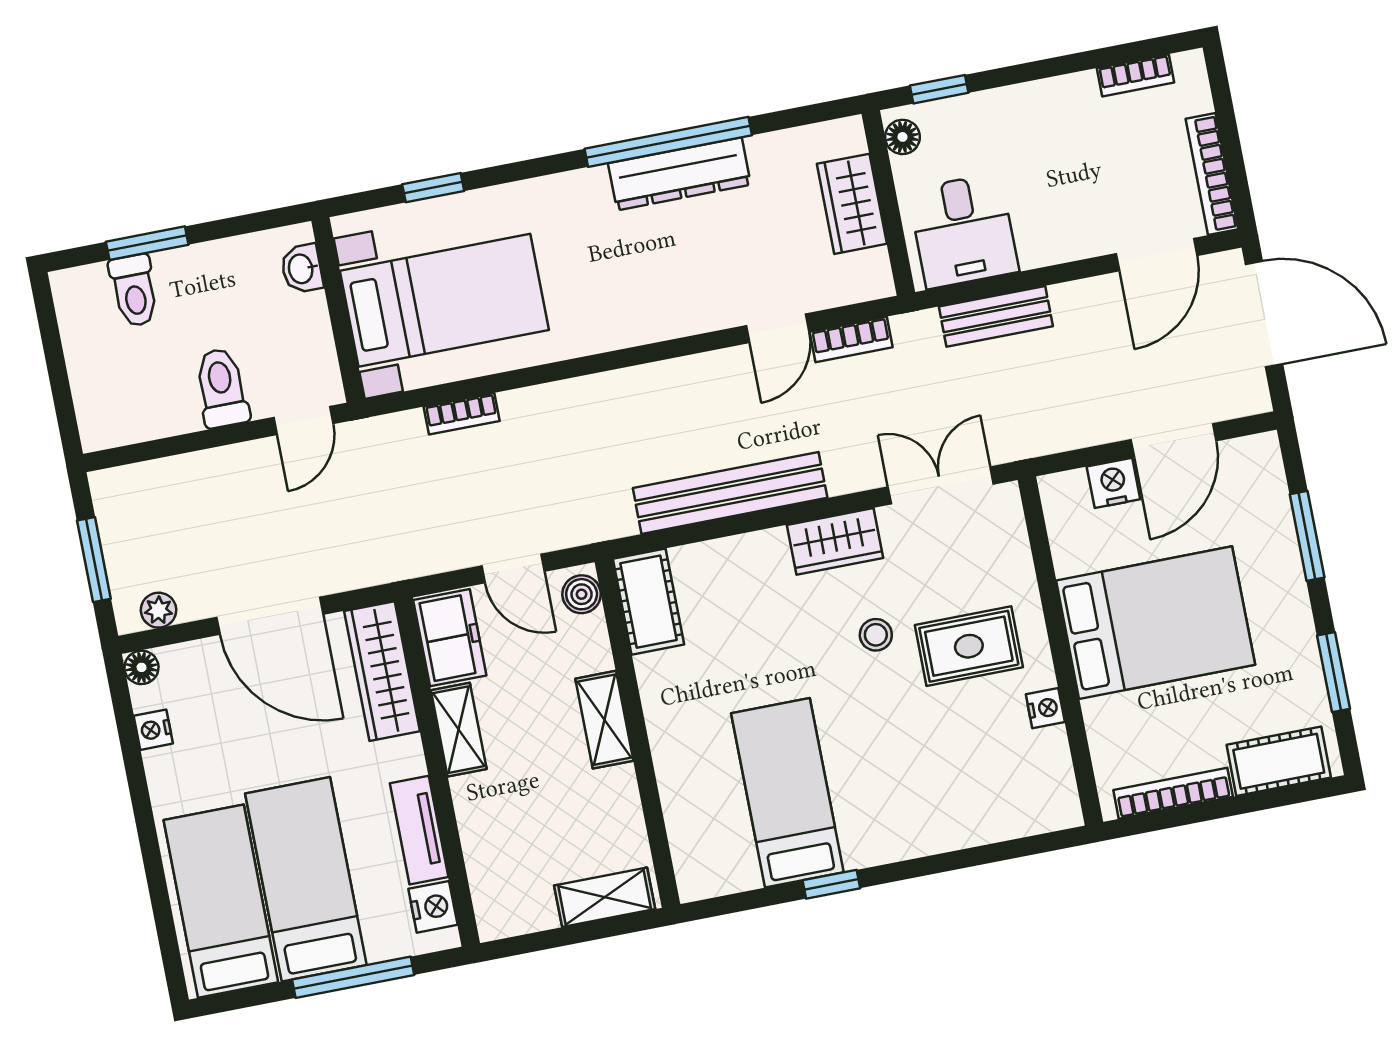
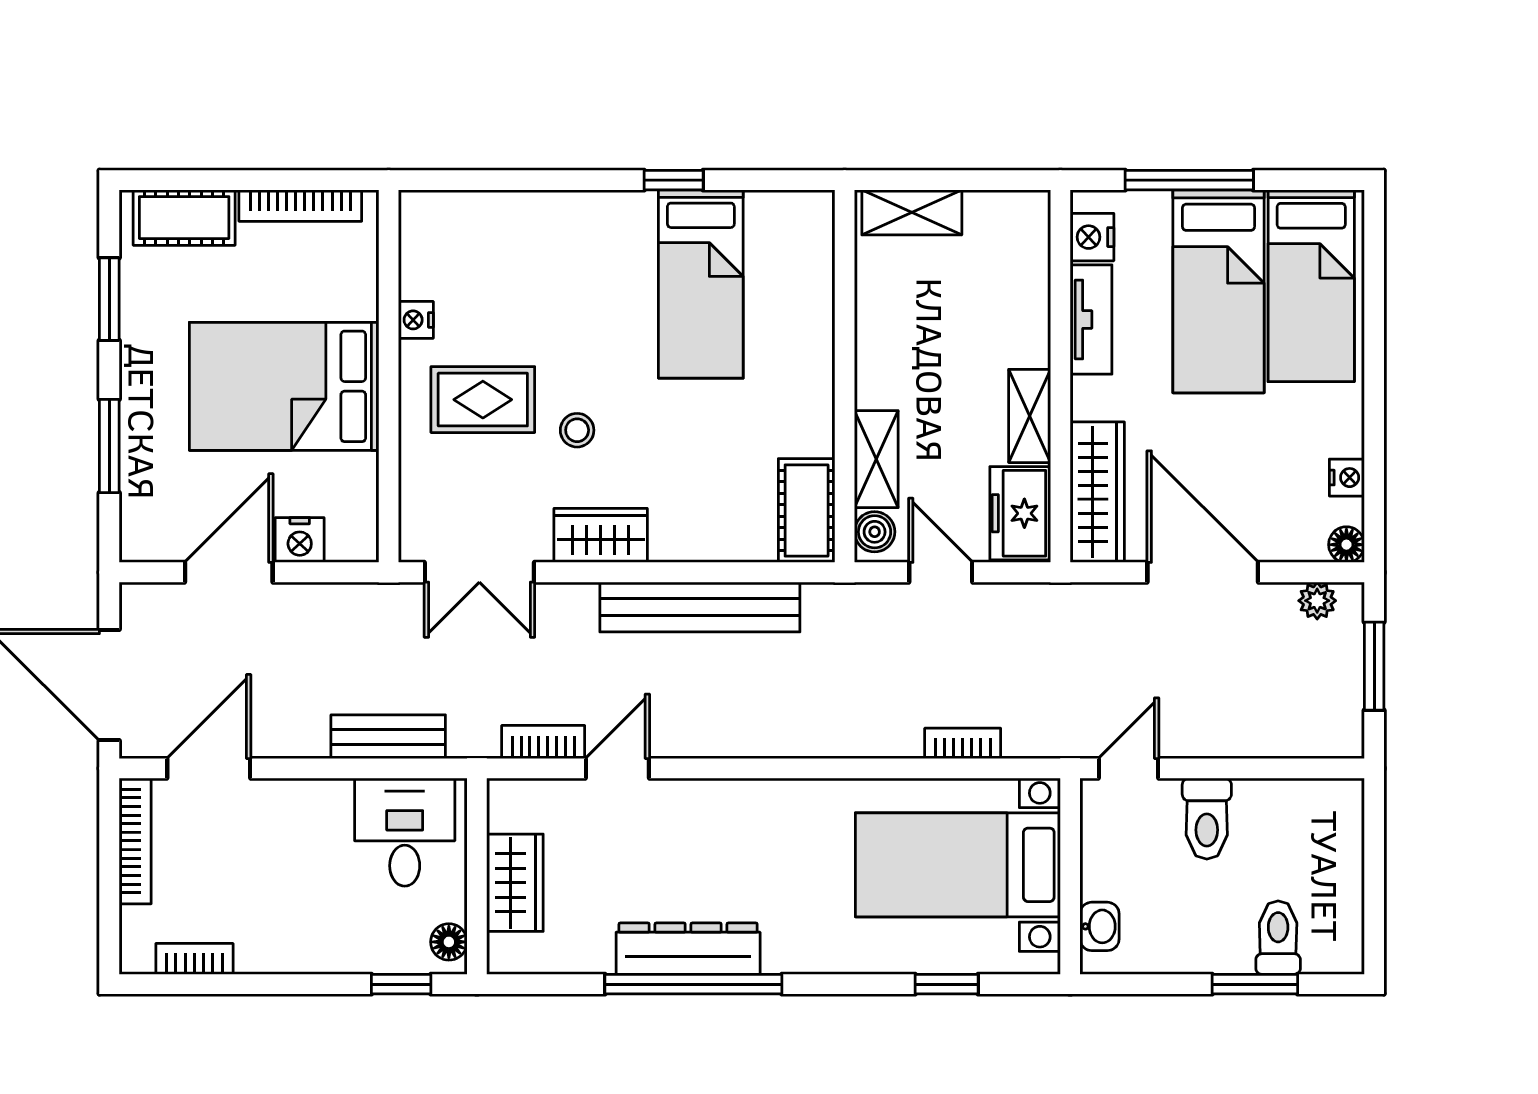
shelving: (604, 720) -> (876, 459), moved

